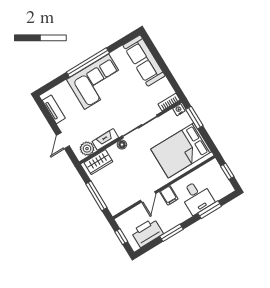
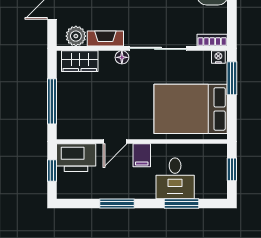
printer: (147, 233) -> (76, 158), moved, turned 180

